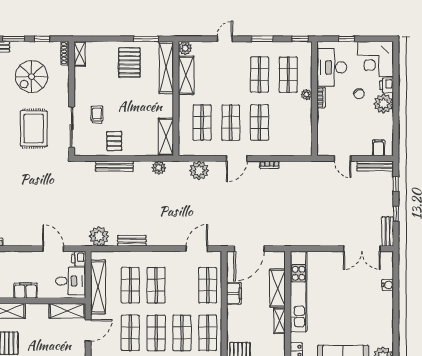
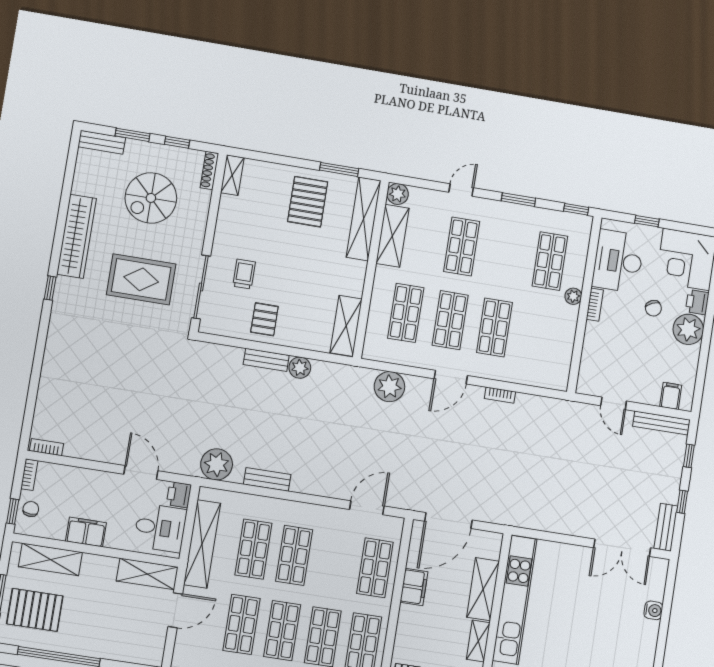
shop shelf: (259, 75) -> (462, 246), moved
rug: (34, 129) -> (141, 279), turned 90
bench: (114, 166) -> (266, 360), width x0.73
plant: (159, 168) -> (300, 368), moved

